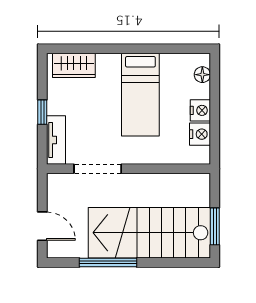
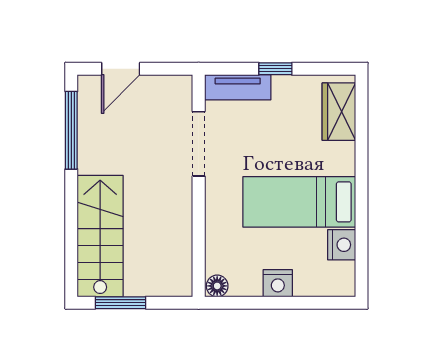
floor lamp: (202, 75) -> (217, 286), moved
nightstand: (200, 134) -> (342, 245), moved, turned -90
stairs: (149, 233) -> (100, 236), width x0.73, depth x0.66
window: (108, 263) -> (71, 130), moved

